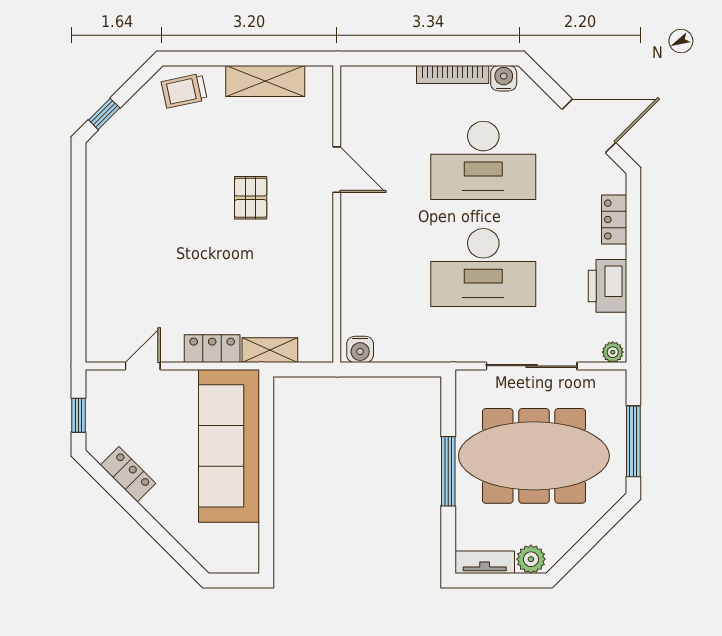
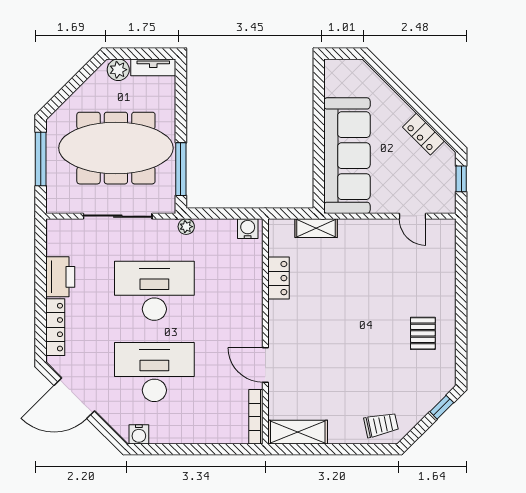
bookcase: (453, 74) -> (256, 417), moved, turned -90
shelving: (265, 81) -> (298, 432), moved
pallet: (251, 198) -> (423, 333), moved
locker: (614, 220) -> (55, 327), width x1.53
locker: (212, 349) -> (279, 278), moved, turned -90
plant: (613, 352) -> (186, 227), moved
door: (143, 366) -> (412, 216), hinge flipped
window: (448, 471) -> (181, 169), moved

